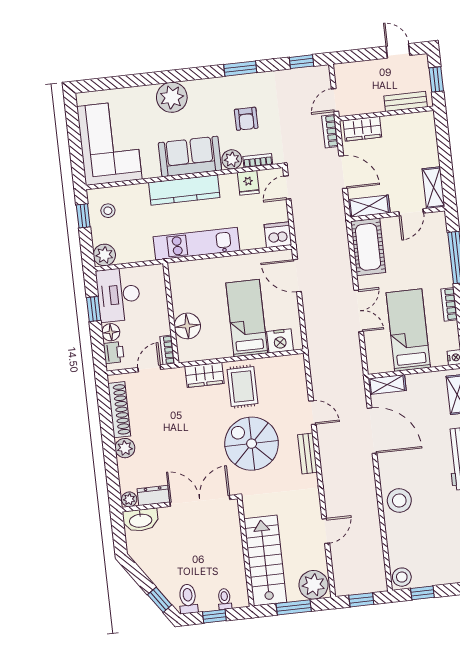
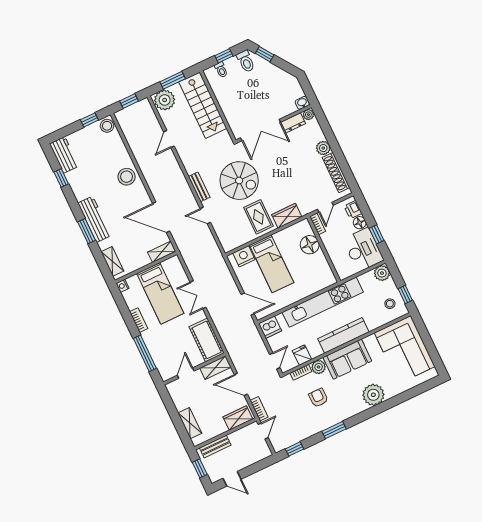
shelving: (433, 188) -> (190, 423), moved
kitchen unit: (197, 244) -> (323, 302), width x1.36
washbasin: (140, 520) -> (302, 103), width x0.52, depth x0.69

